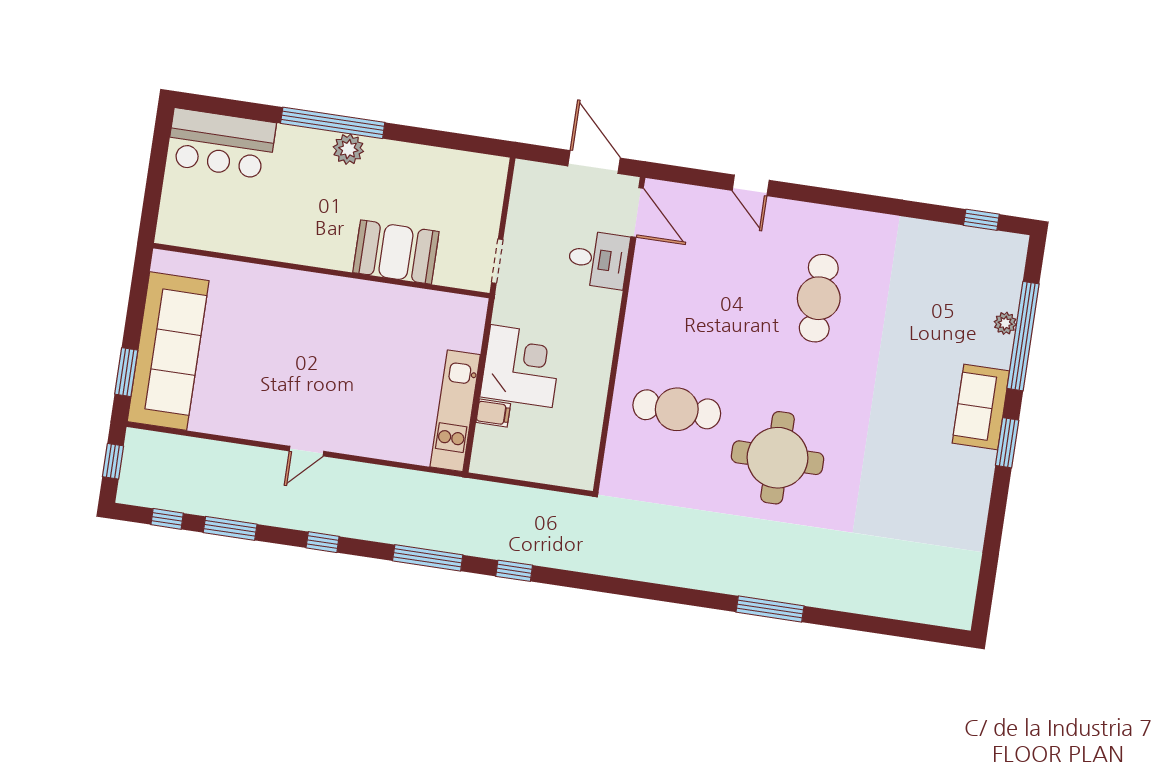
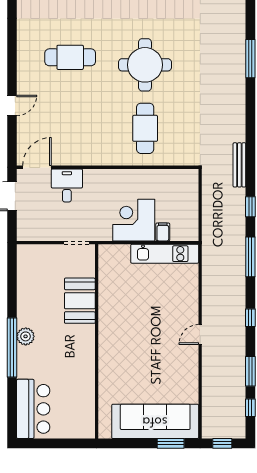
door: (307, 451) -> (200, 334), swing flipped
round table: (778, 458) -> (145, 65), moved
bench: (589, 563) -> (239, 165), added

